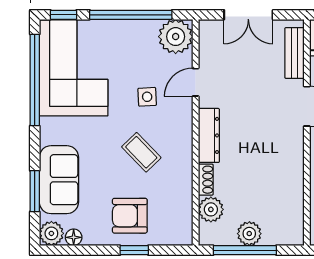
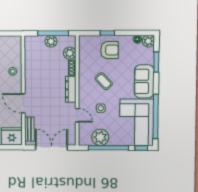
double door: (248, 15) -> (52, 148), width x1.37
plant: (176, 37) -> (100, 137), moved
door: (196, 82) -> (77, 115), hinge flipped
sofa: (59, 180) -> (144, 81), moved

